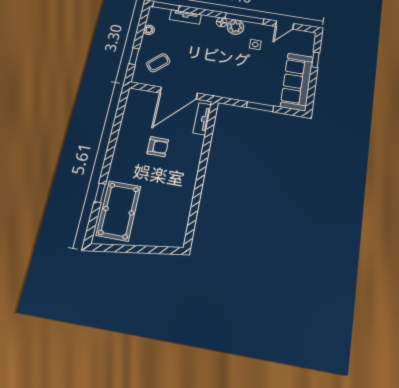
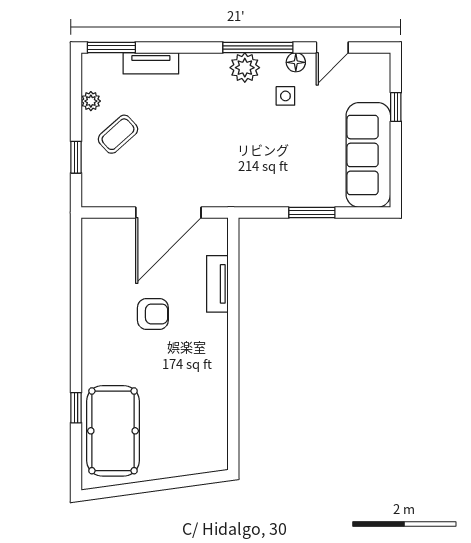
floor lamp: (222, 22) -> (296, 62), moved
coffee table: (158, 63) -> (118, 134), moved
tv unit: (202, 119) -> (217, 284), moved

